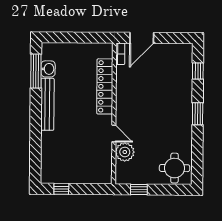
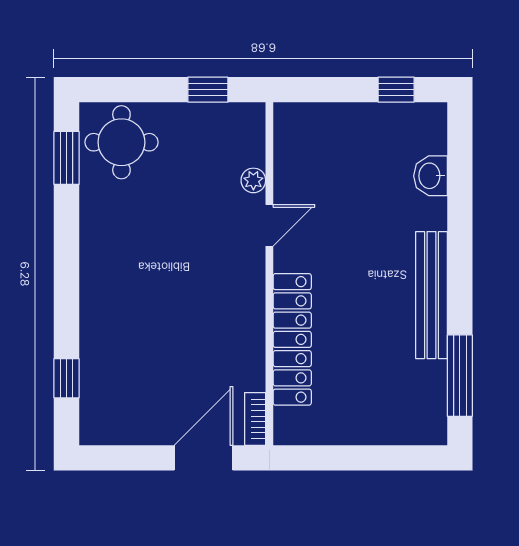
washbasin: (48, 69) -> (430, 176), moved
window: (198, 114) -> (66, 158), moved
door: (114, 133) -> (269, 225), swing flipped
plant: (125, 152) -> (253, 180), width x0.53, depth x0.53

